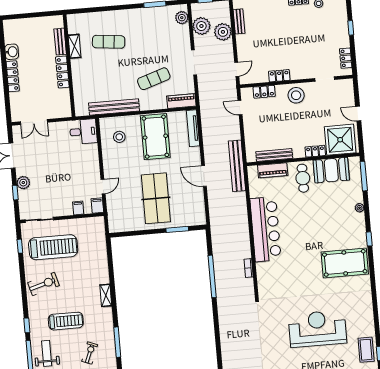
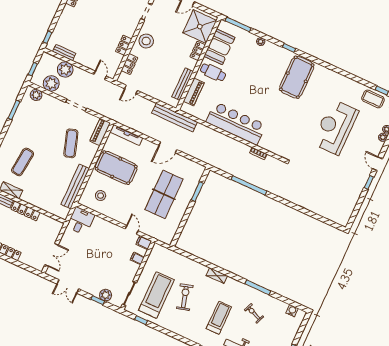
plant: (23, 183) -> (106, 295), moved
table tennis table: (156, 198) -> (164, 194), turned 90
exercise bike: (43, 284) -> (185, 297), moved

